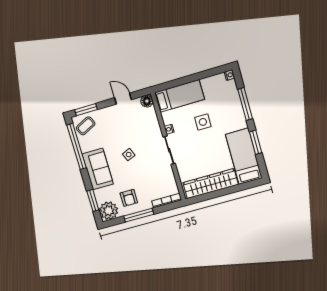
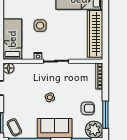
window: (139, 215) -> (105, 115), moved

